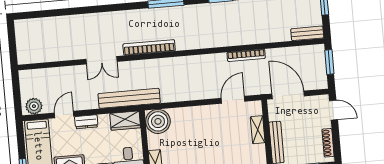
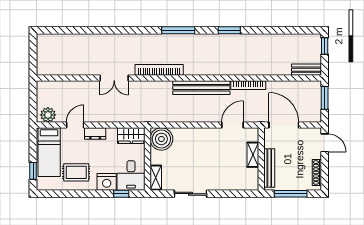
bench: (129, 98) -> (201, 88), moved

